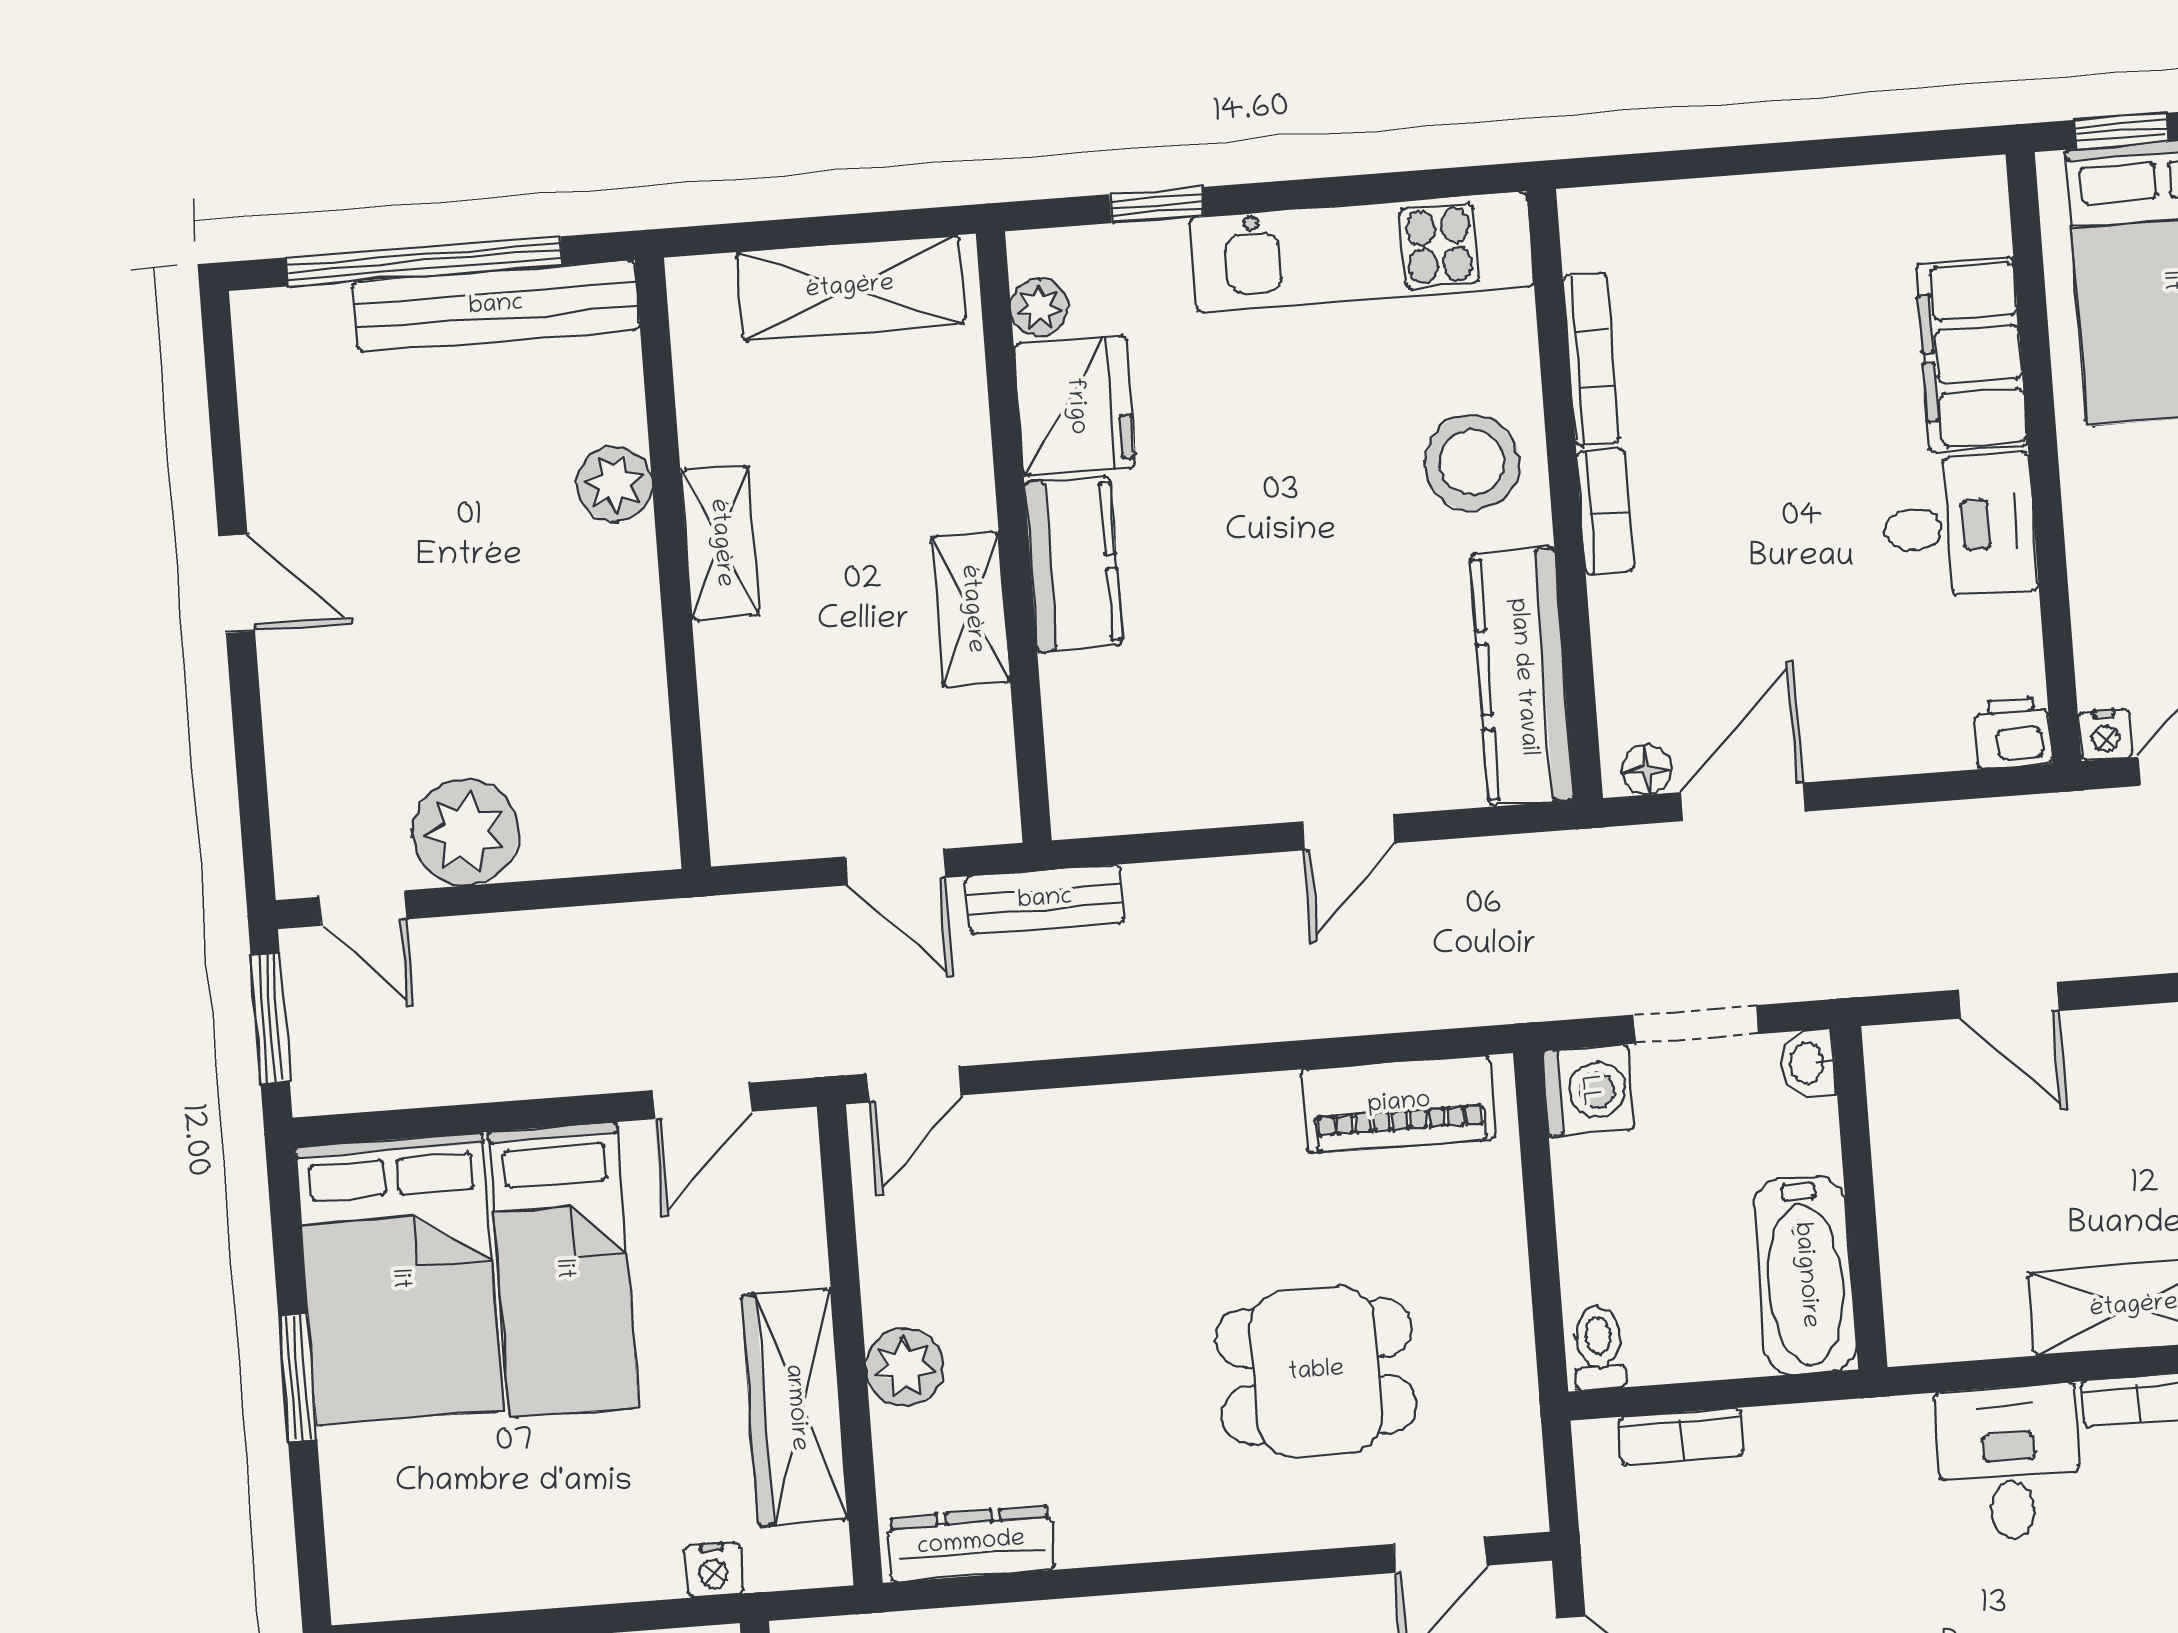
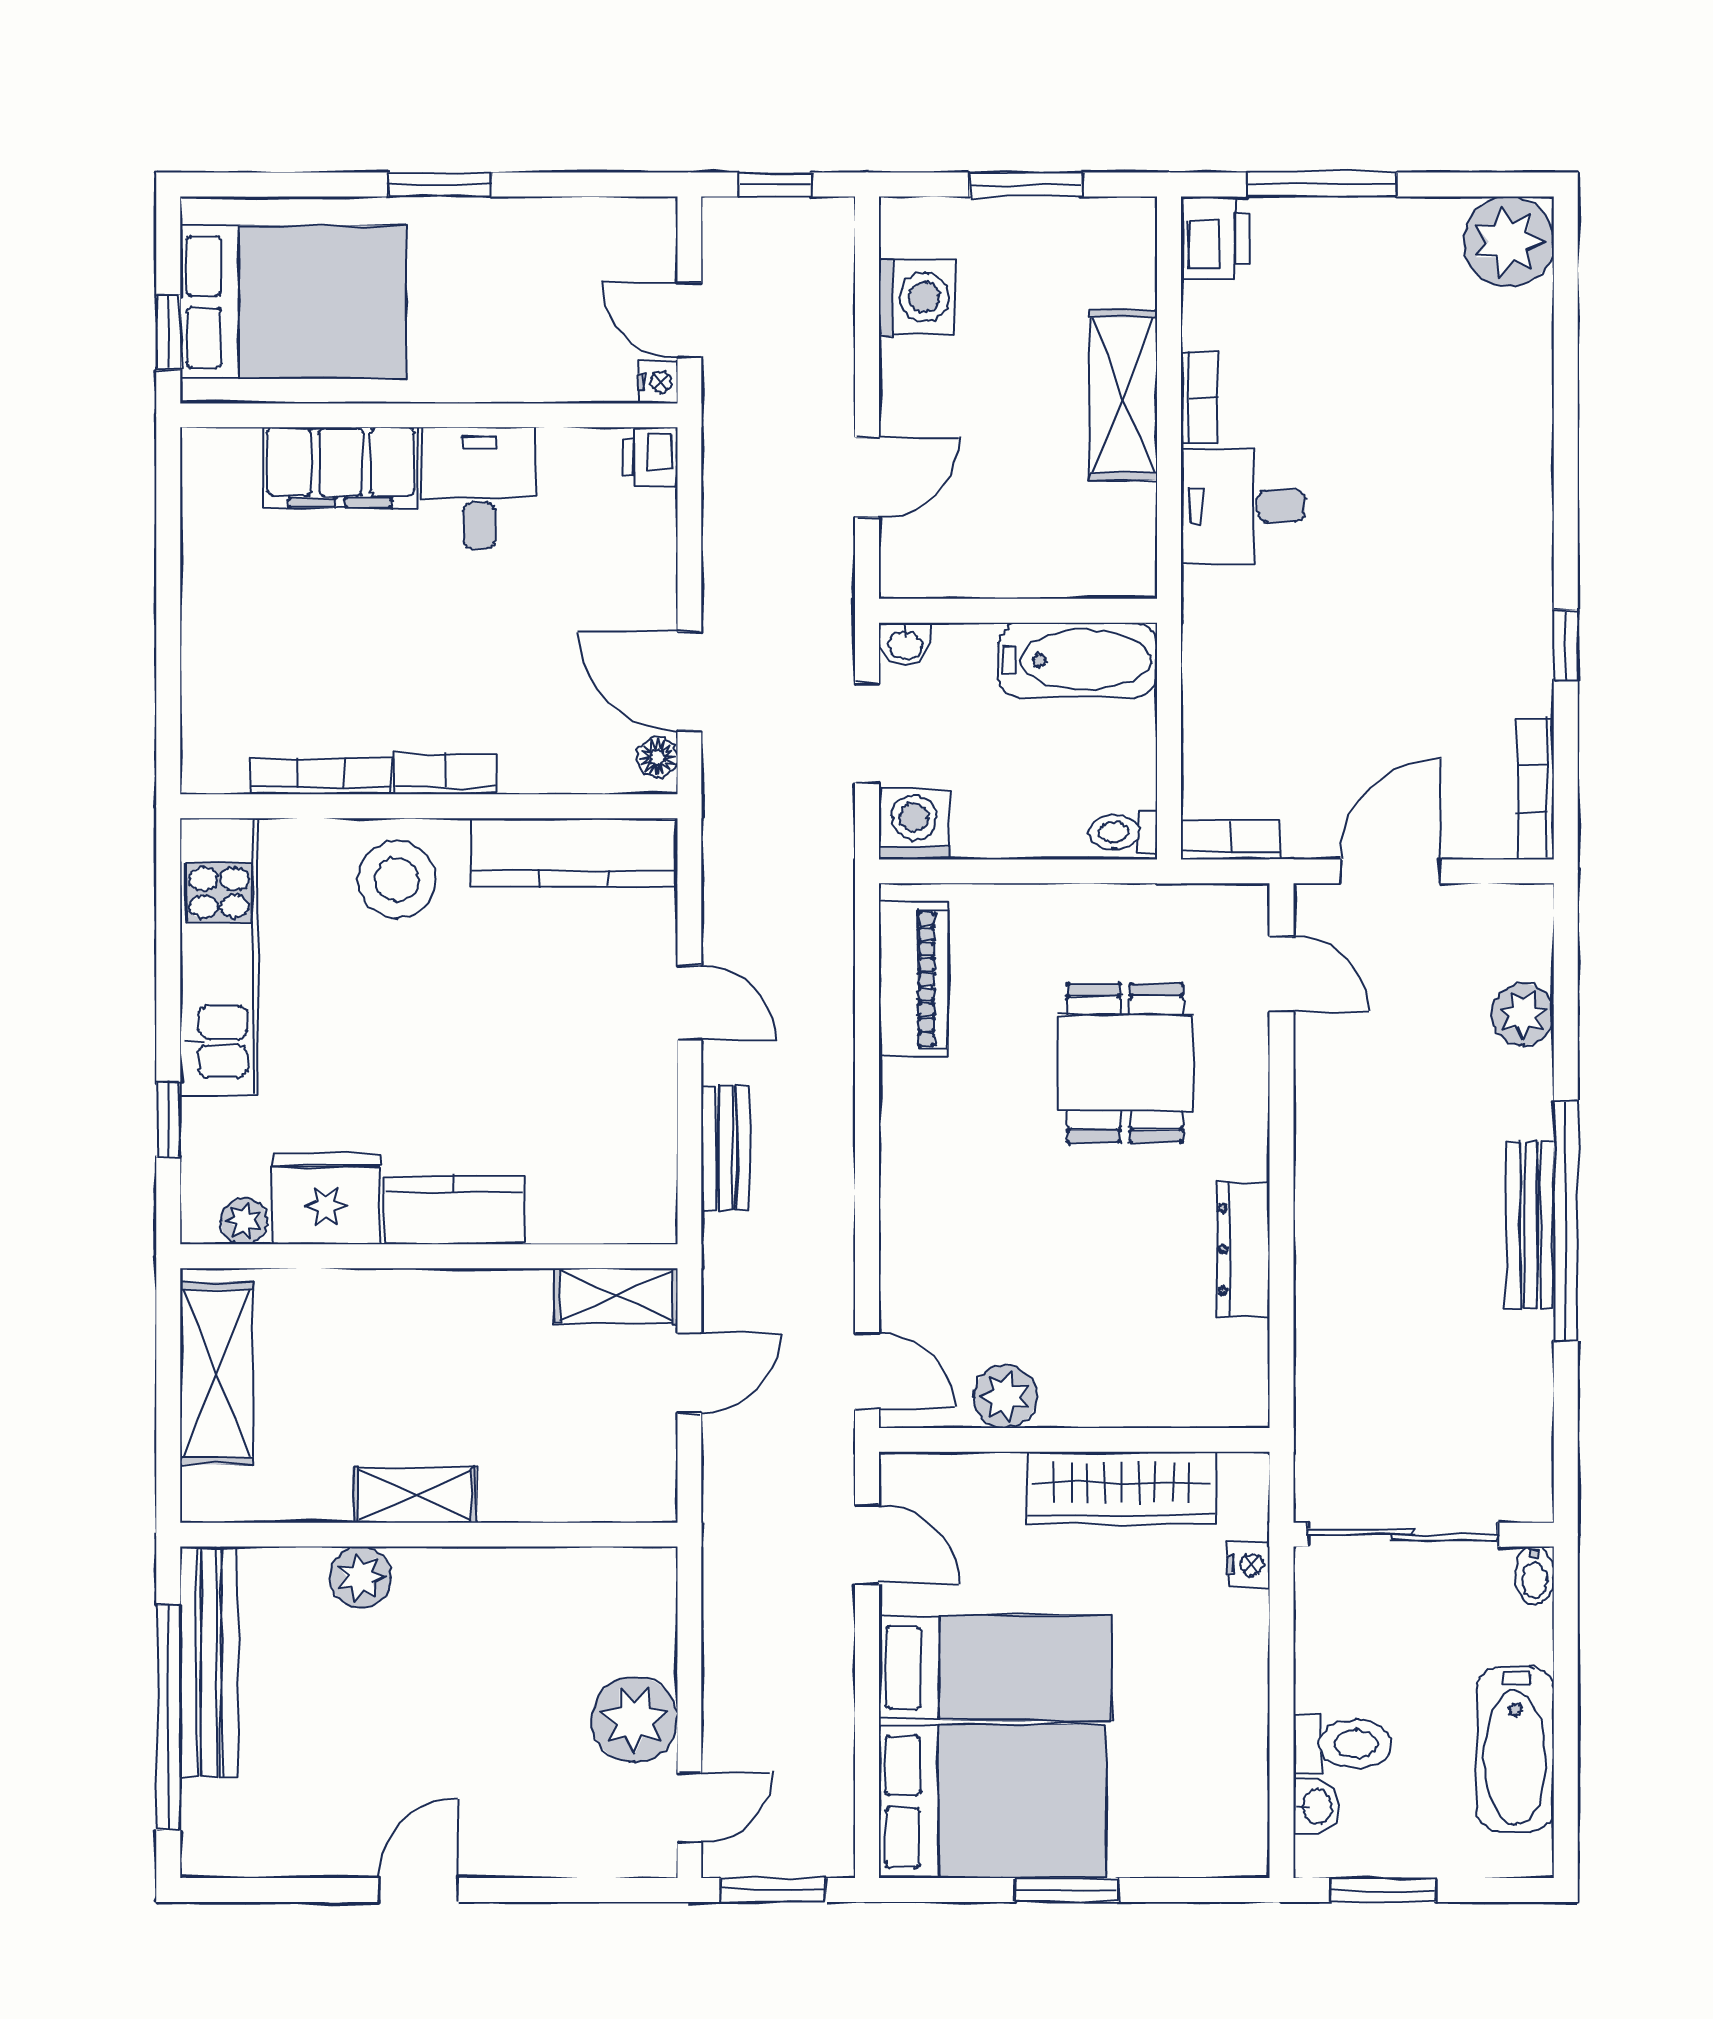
shelving: (971, 609) -> (616, 1296), moved
bench: (1045, 900) -> (725, 1148), moved
plant: (905, 1367) -> (1005, 1397), moved
bookcase: (1681, 1437) -> (1230, 840), moved, turned -90
dresser: (971, 1544) -> (1243, 1249), moved

